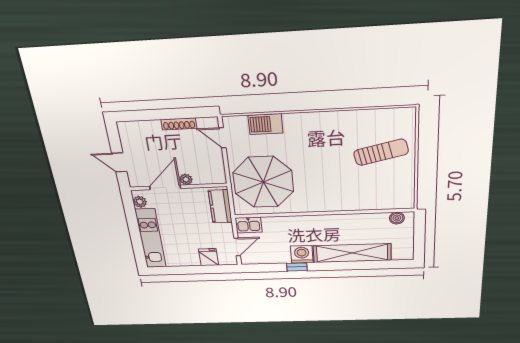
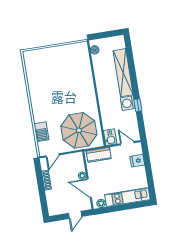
sun lounger: (381, 152) -> (52, 66), removed

